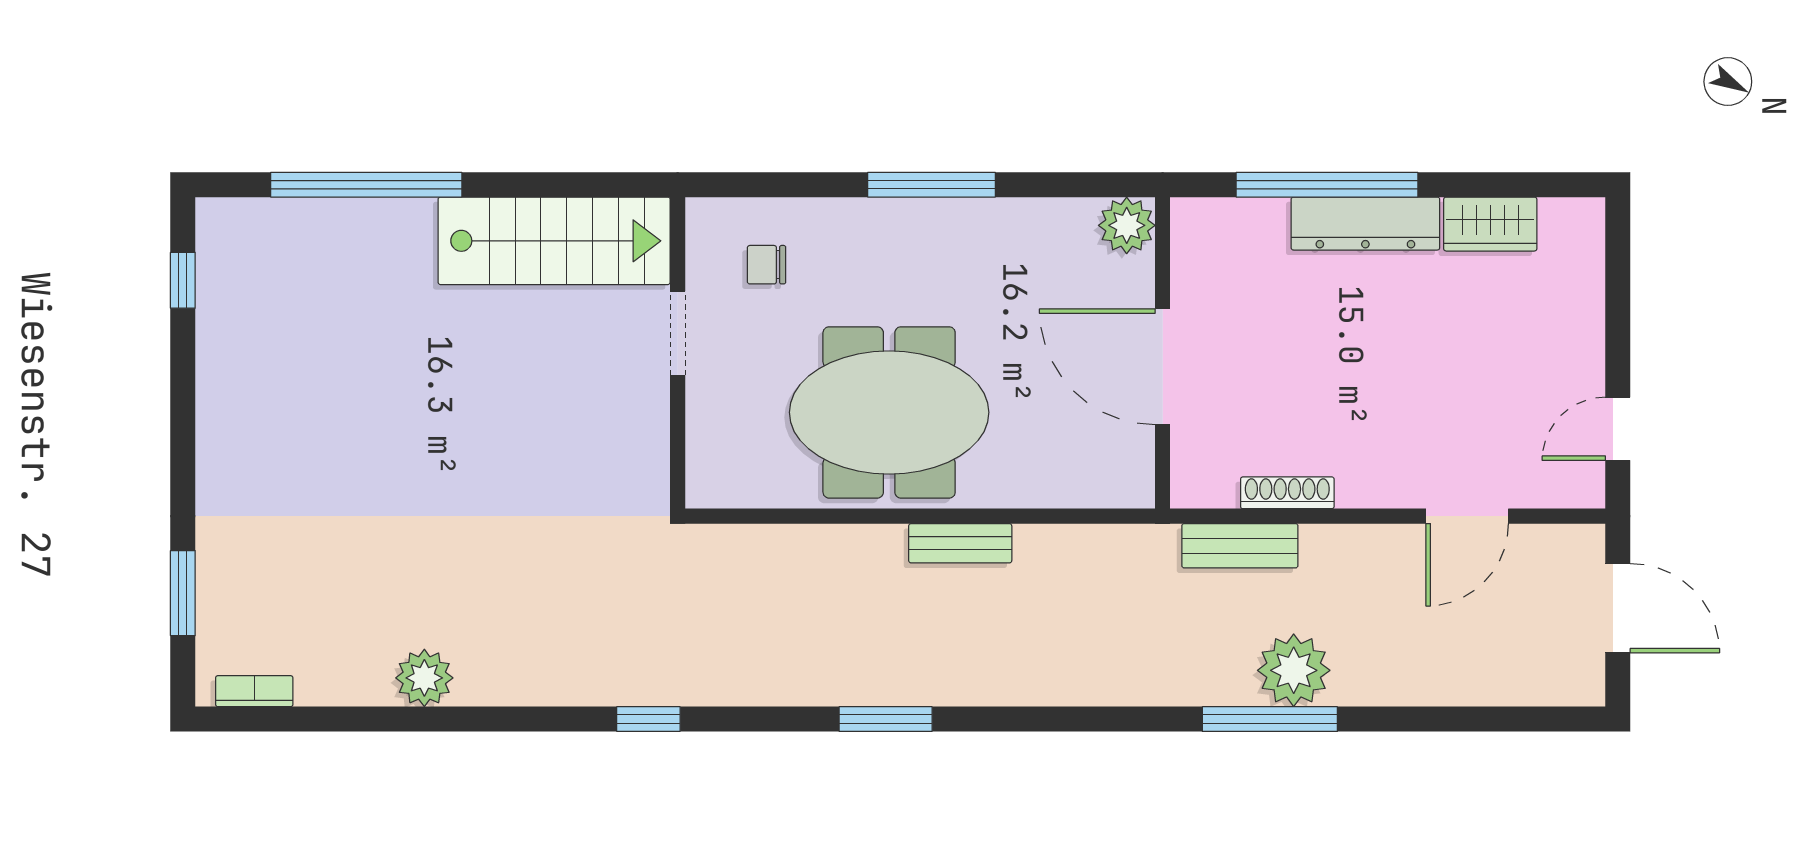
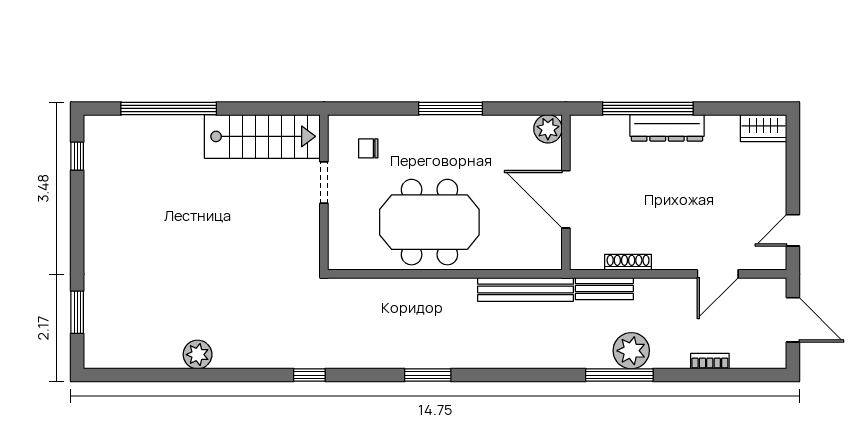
wardrobe: (1490, 224) -> (764, 128), moved
bench: (960, 543) -> (526, 289), moved, width x1.86, depth x1.21
bookcase: (254, 691) -> (710, 361), moved

